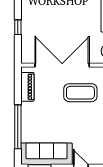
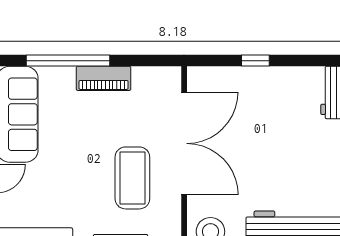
piano: (27, 87) -> (104, 78), moved

